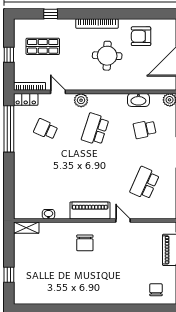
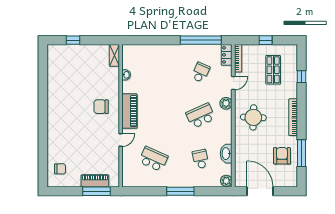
window: (138, 14) -> (301, 153), added
round table: (107, 56) -> (253, 117), moved
school desk: (95, 129) -> (201, 116), turned -42

